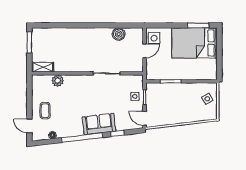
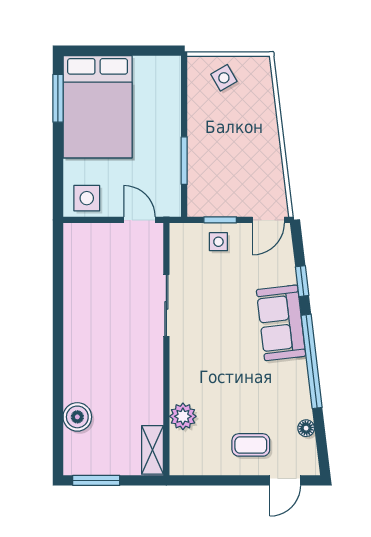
boiler: (119, 34) -> (77, 417), moved
door: (145, 51) -> (139, 220), moved

